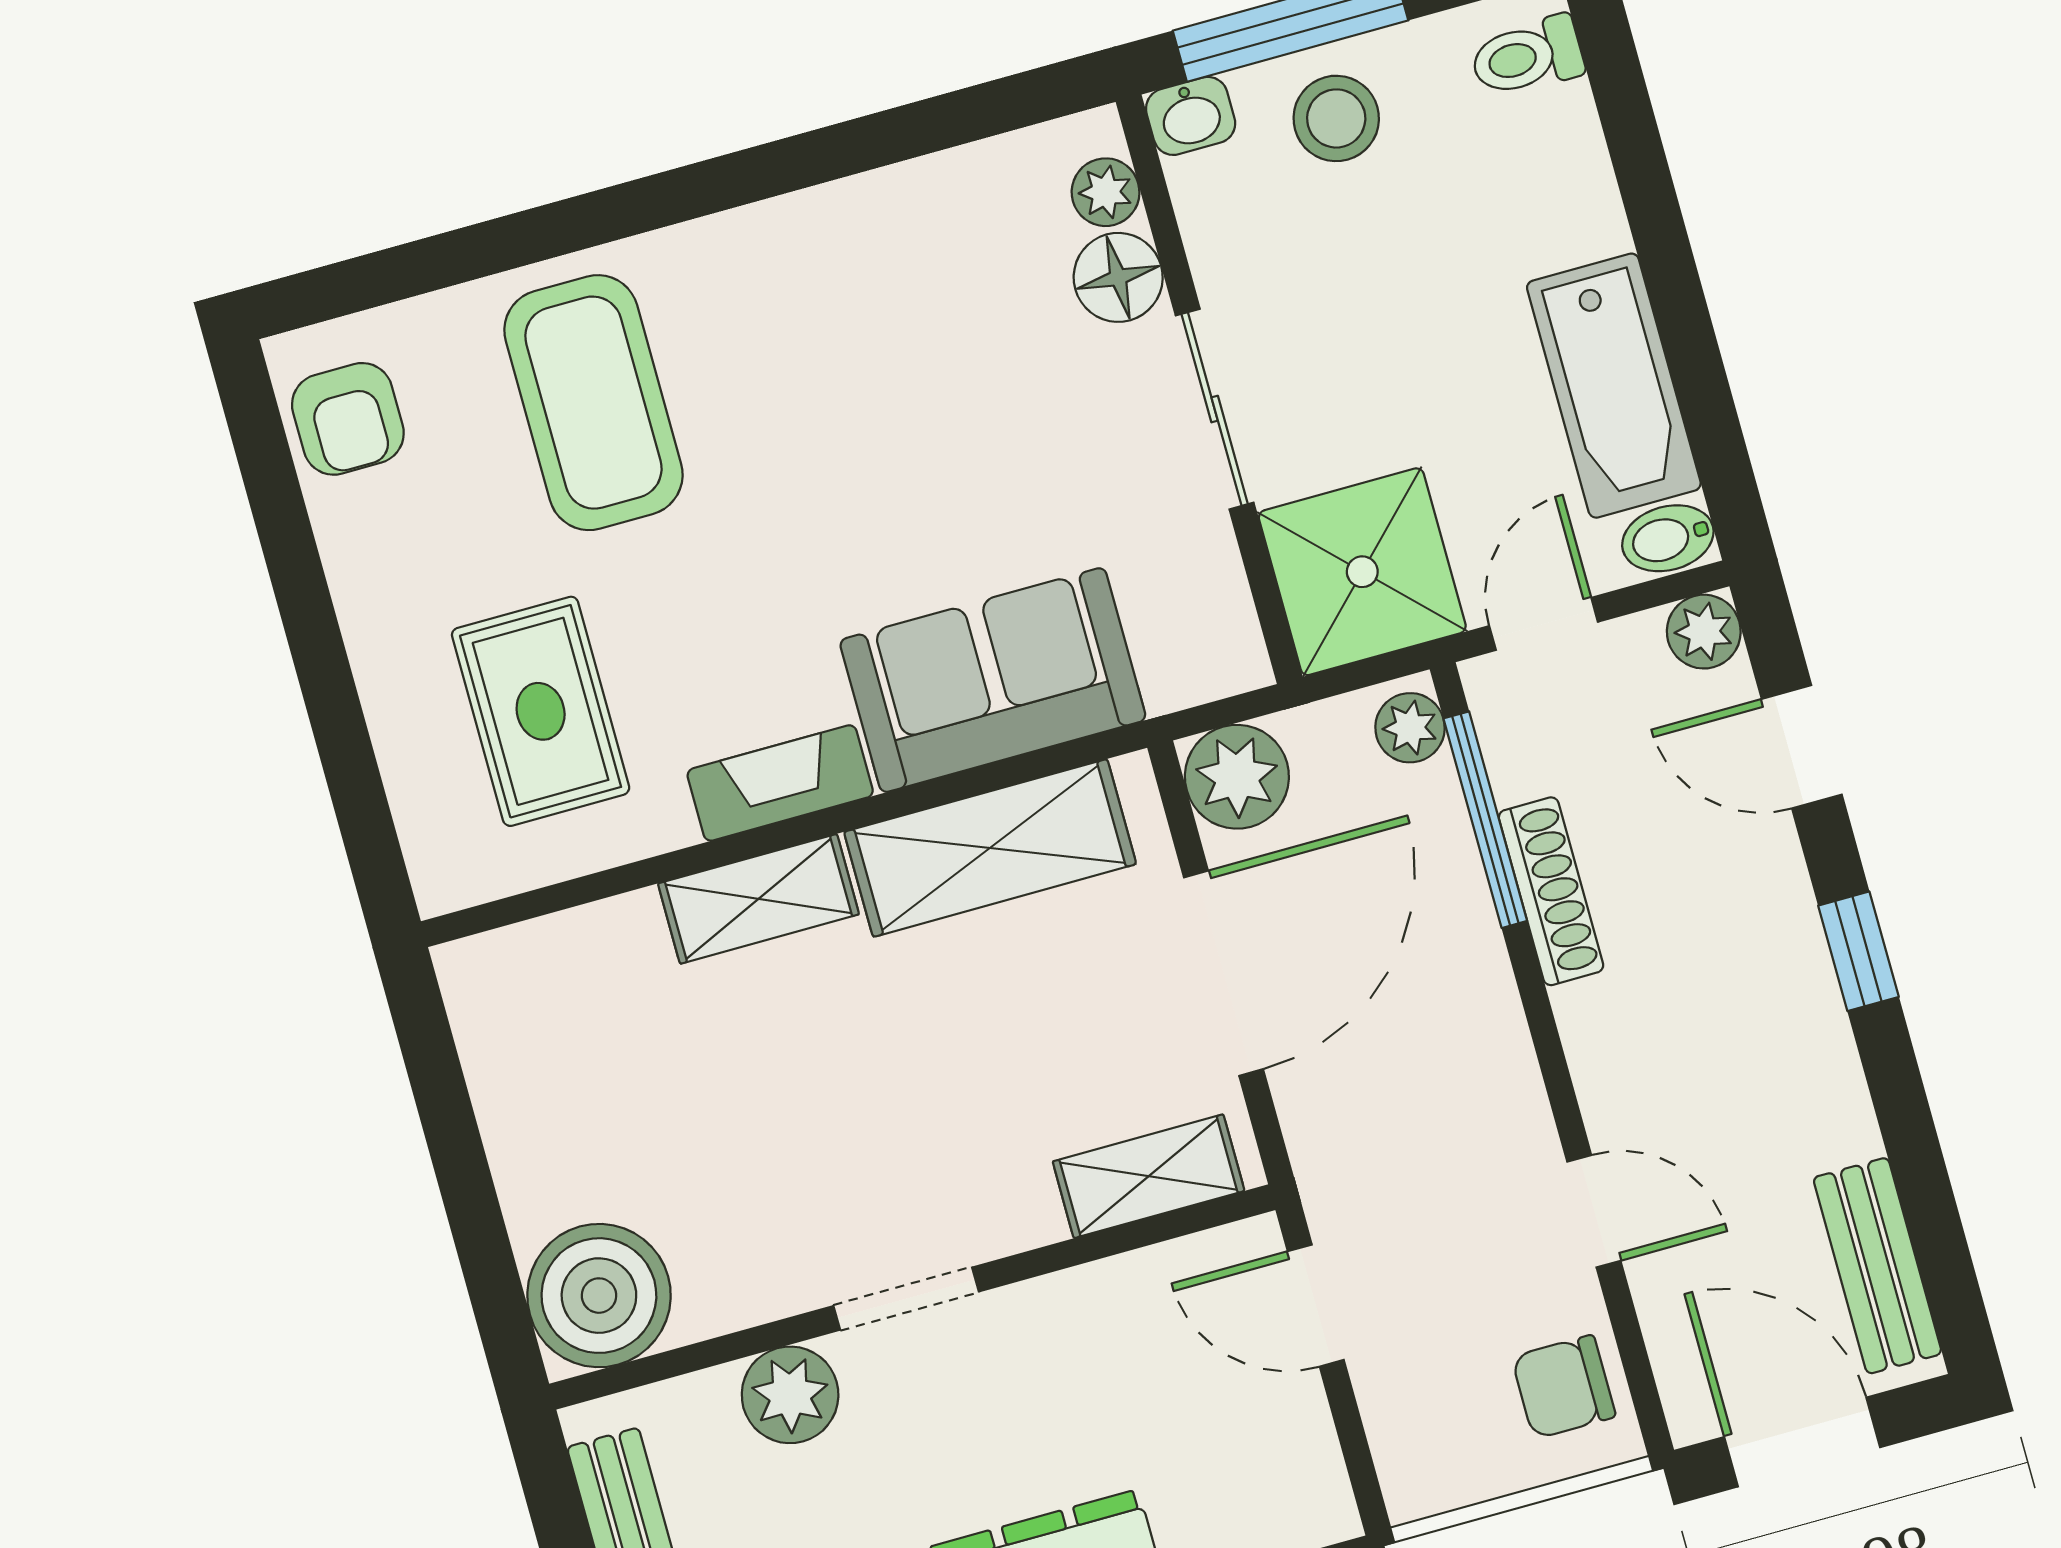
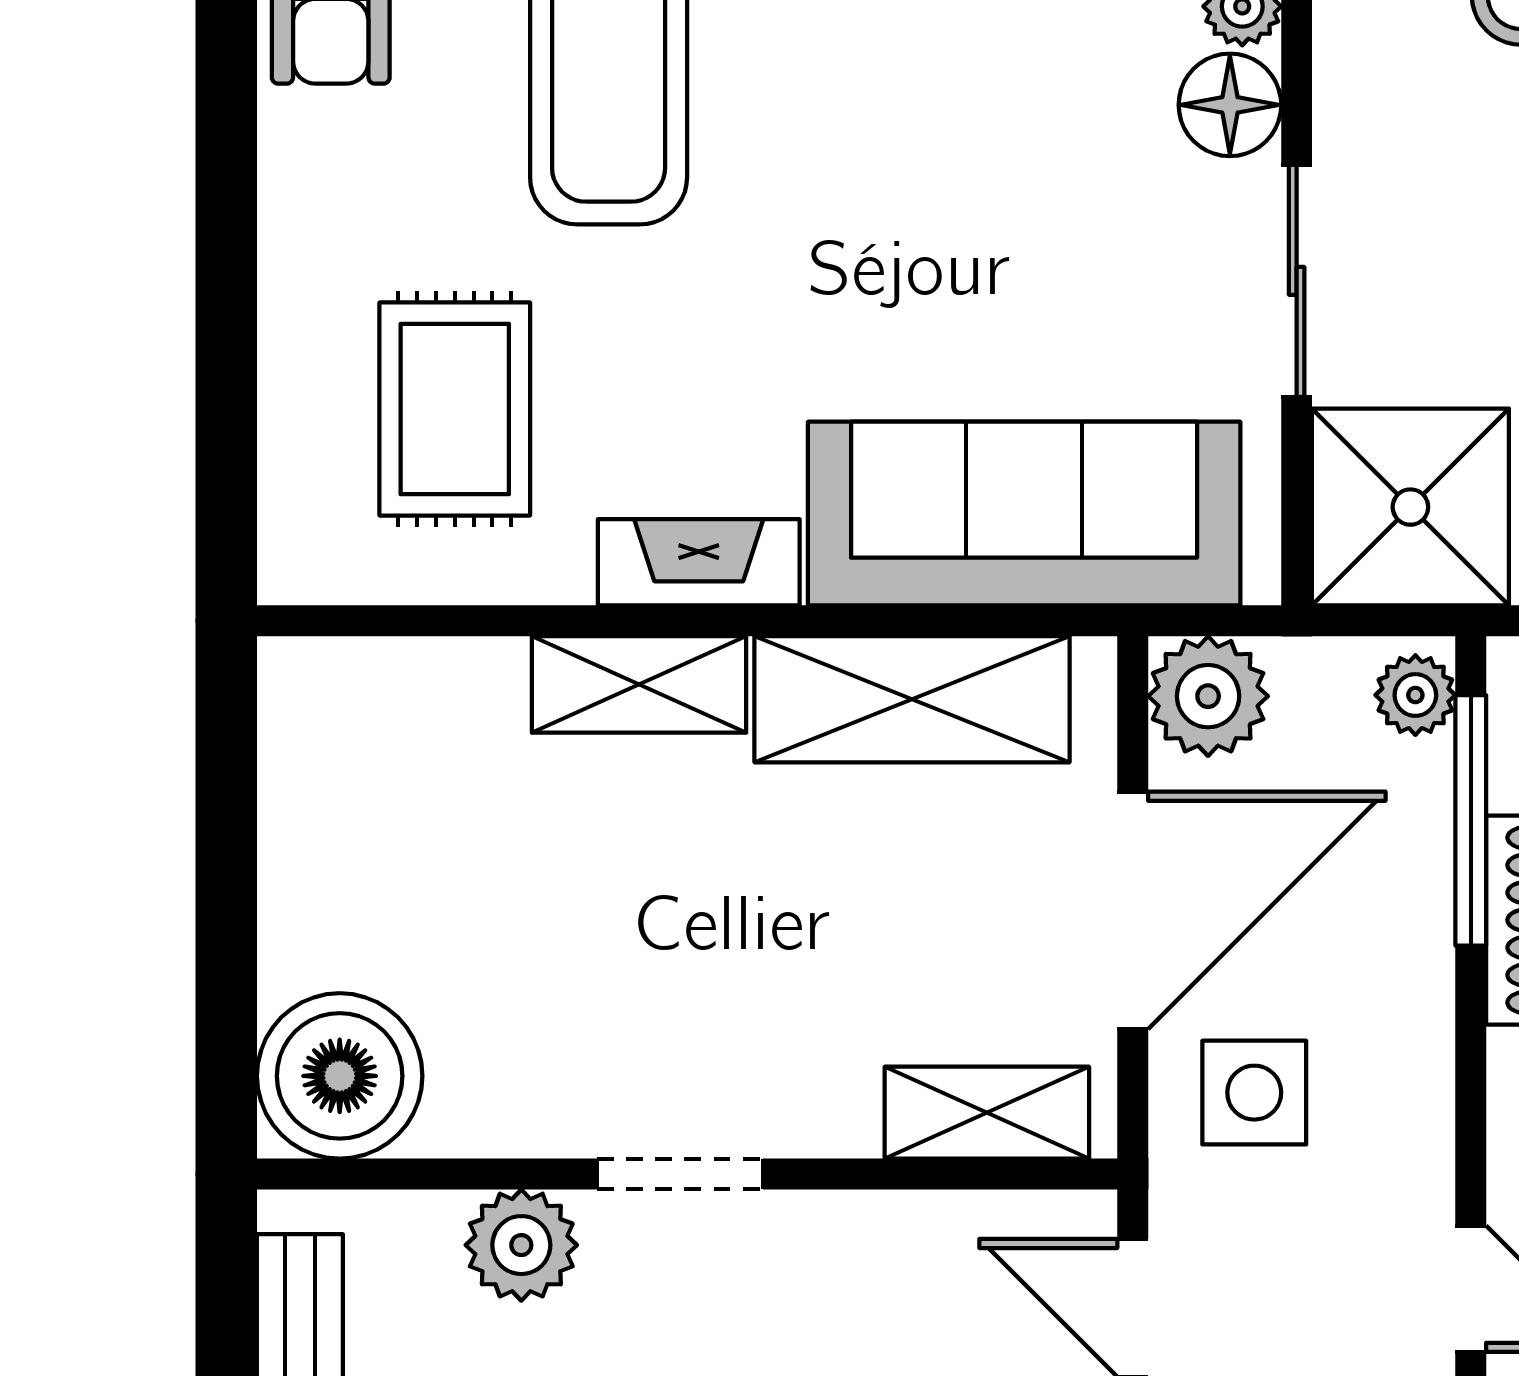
sofa: (993, 680) -> (1024, 514), width x1.36
side table: (1367, 1097) -> (1254, 1093), added

